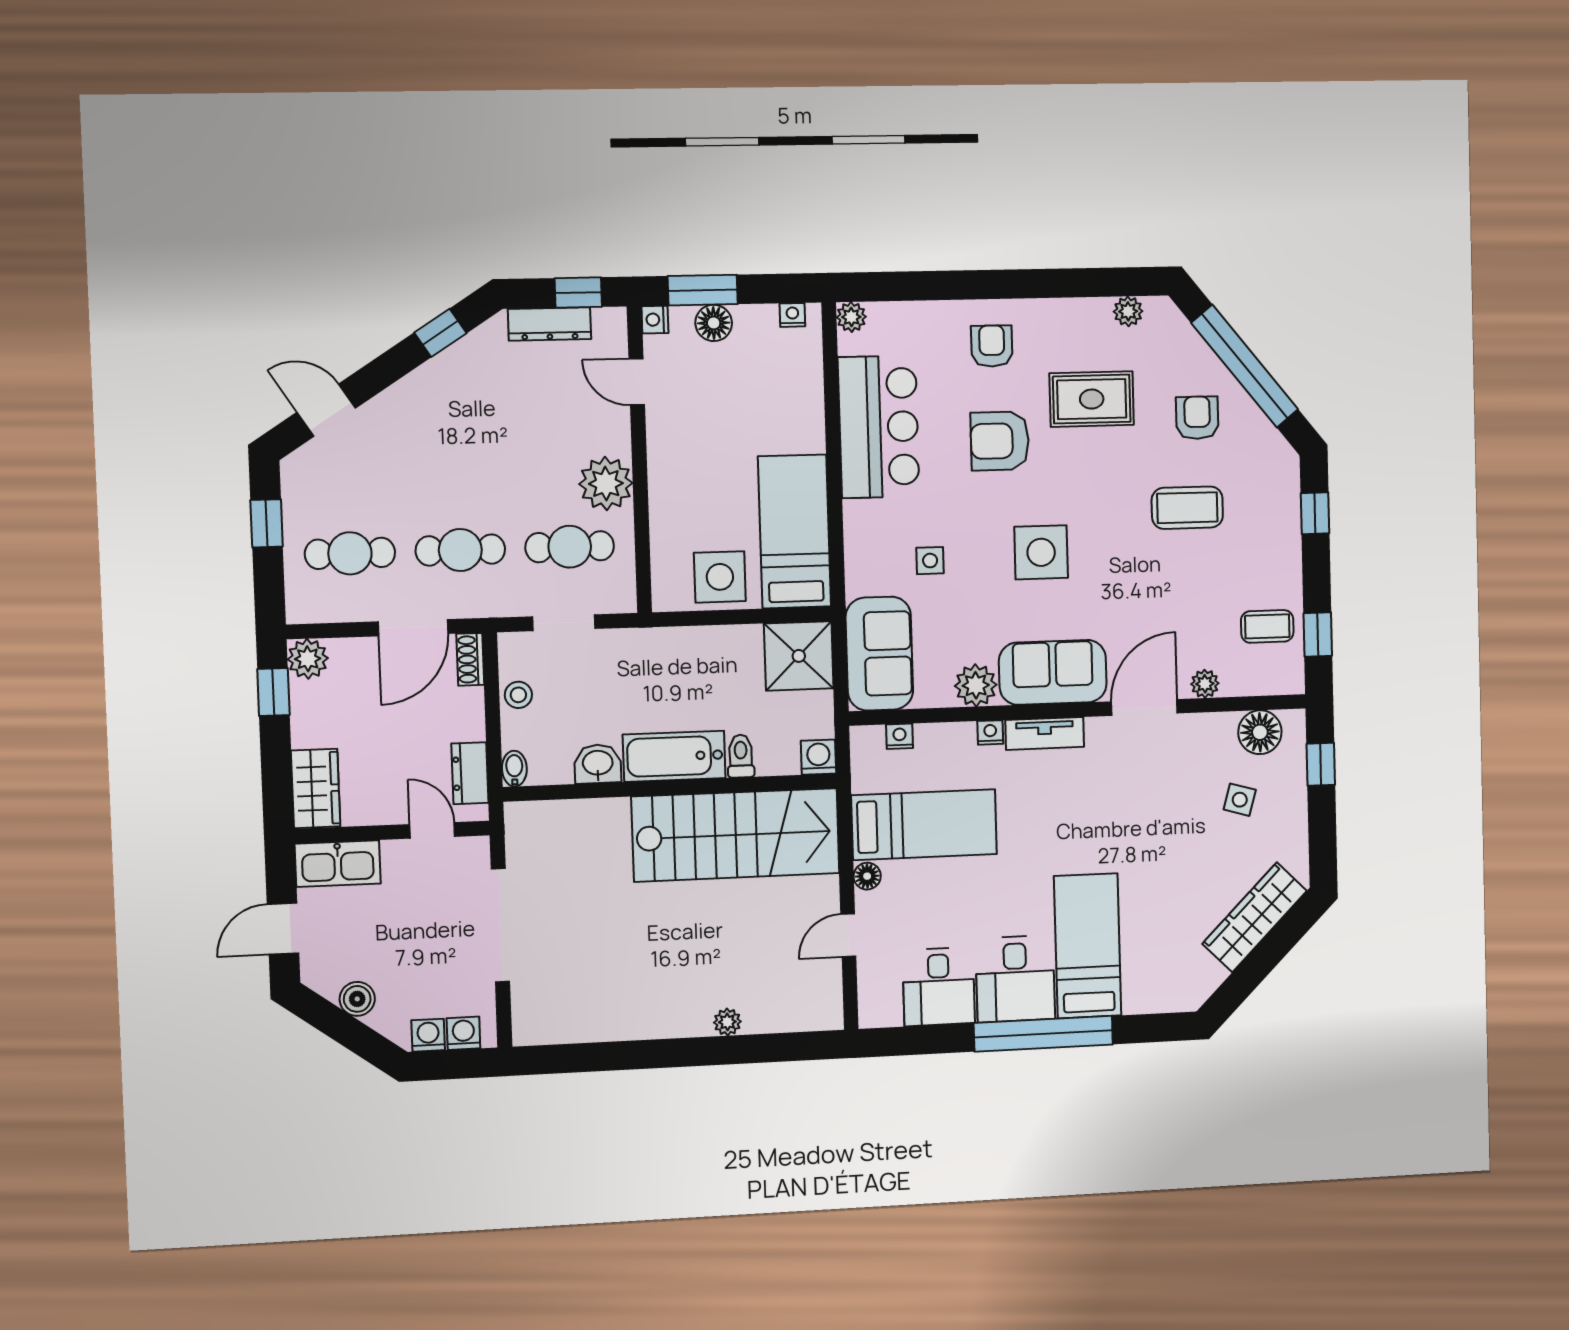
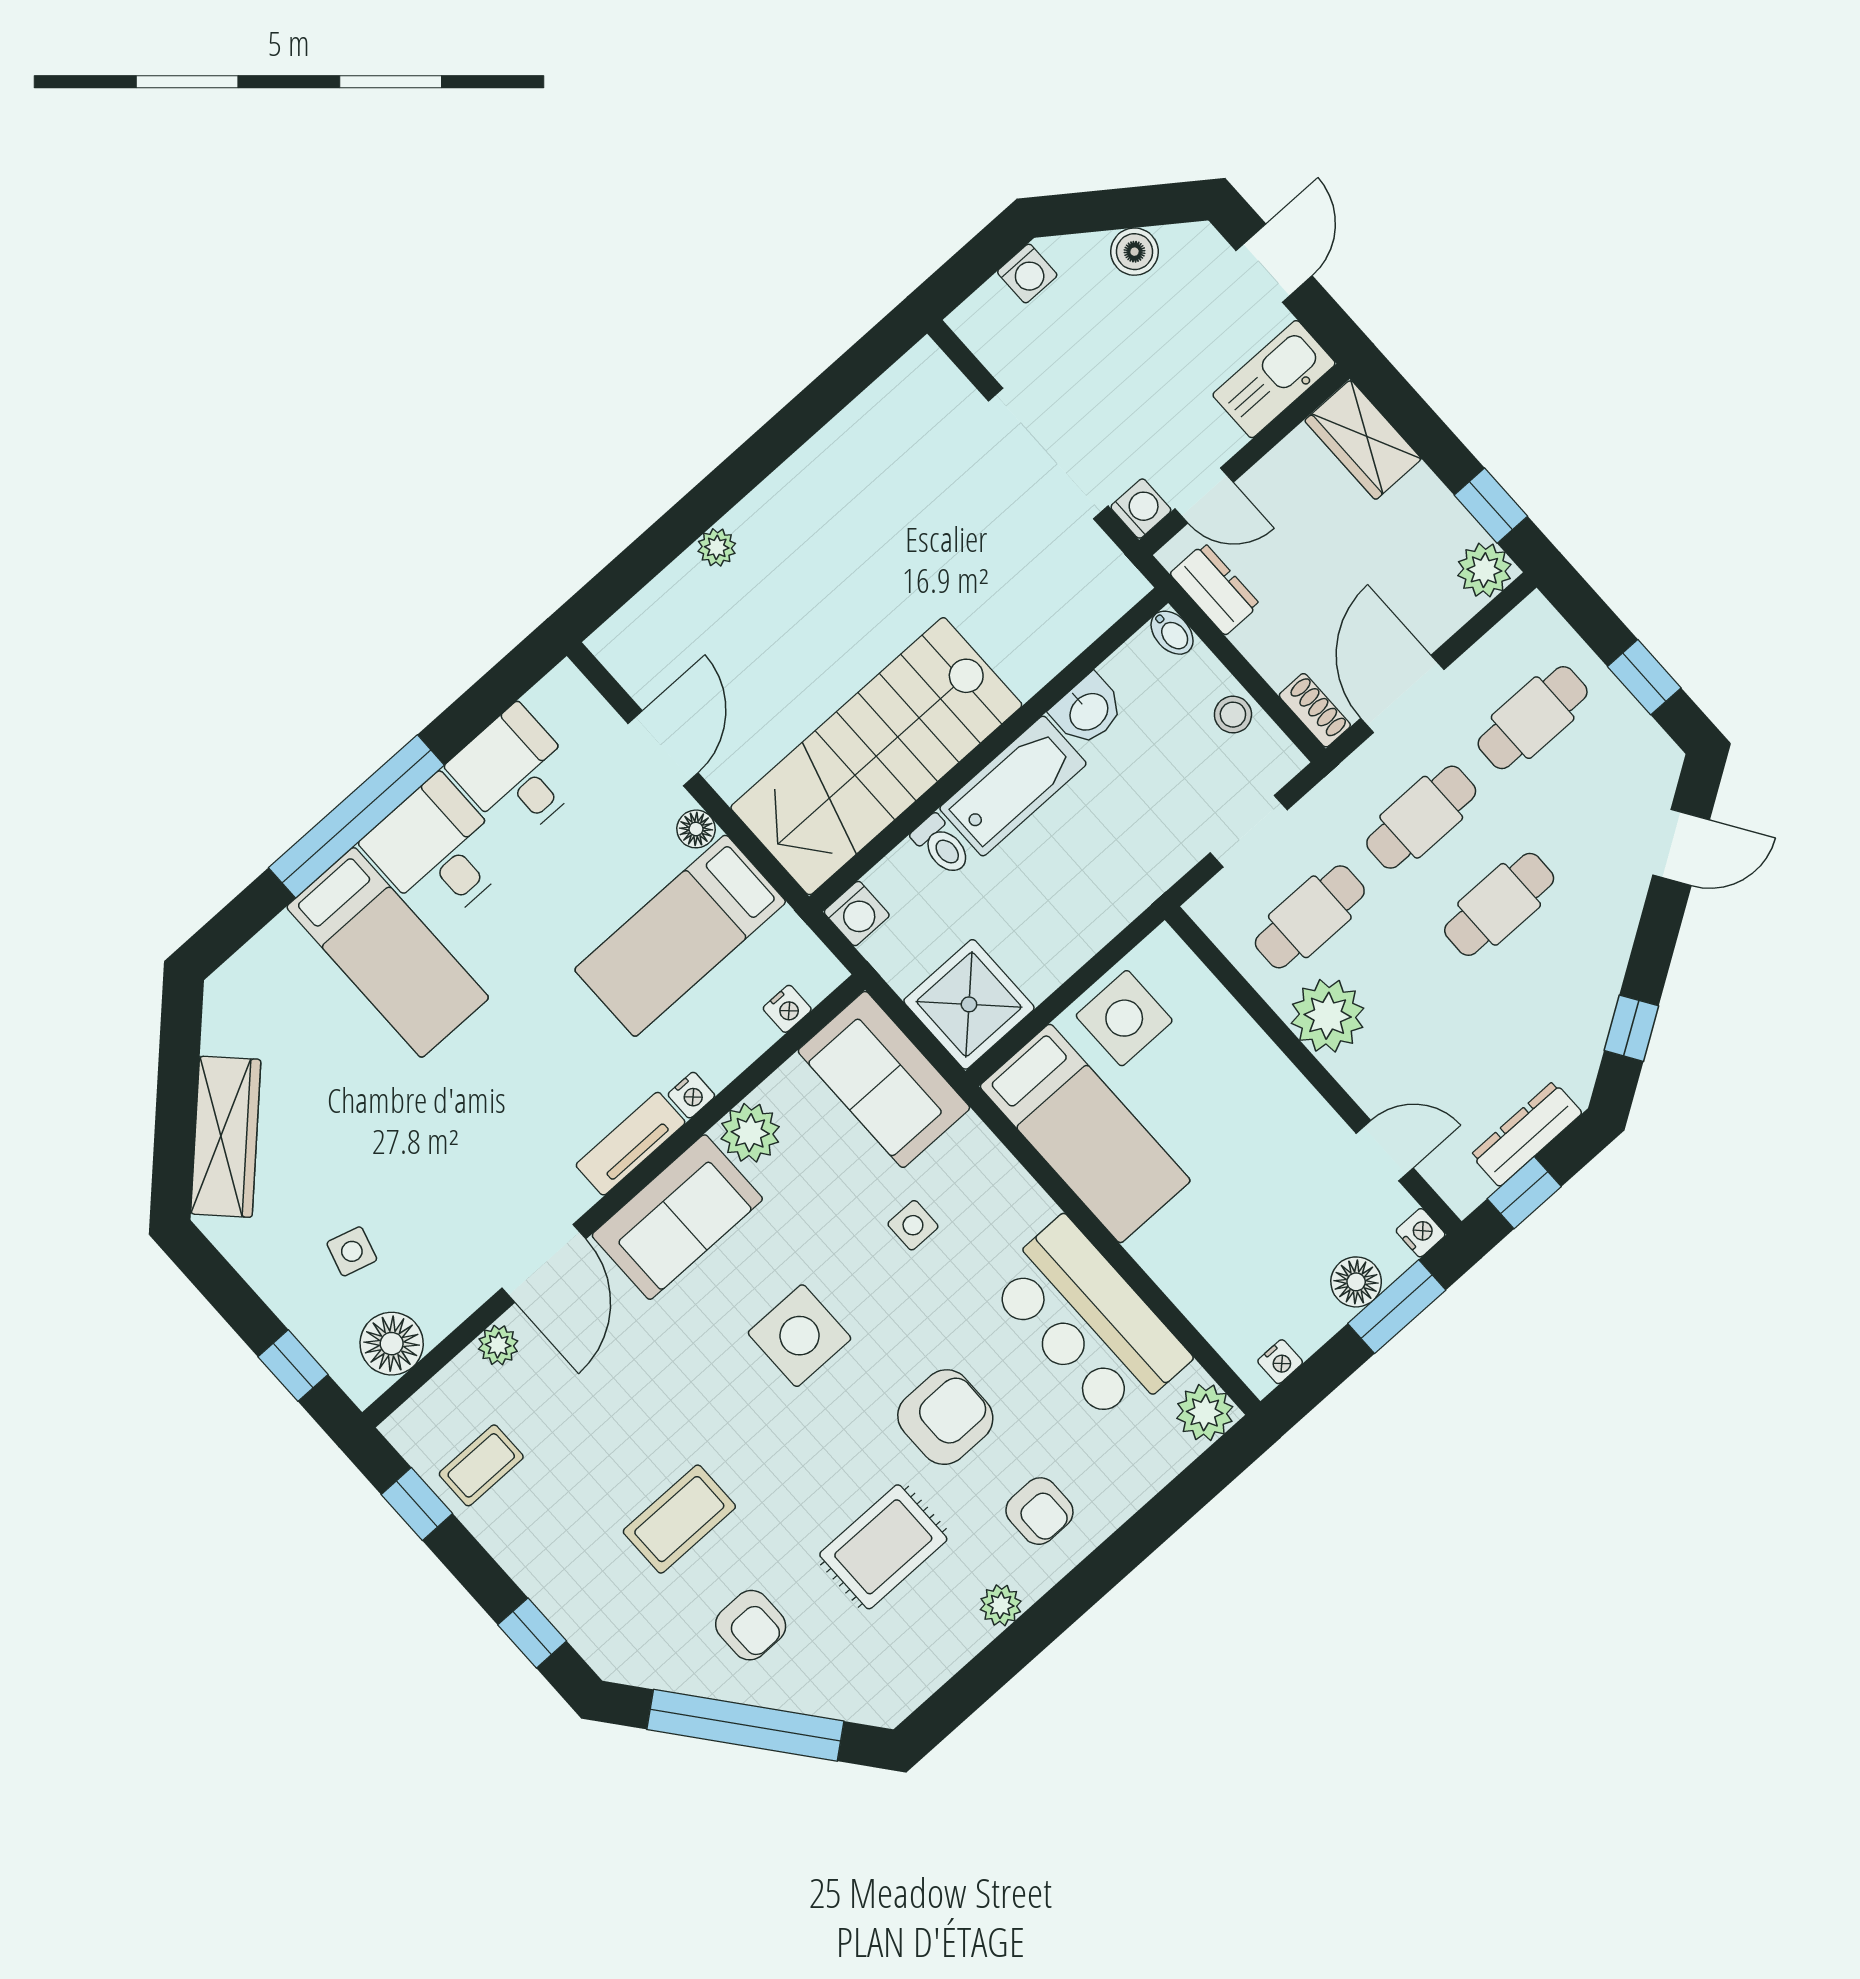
plant: (1128, 311) -> (1001, 1605), moved
plant: (851, 317) -> (1205, 1412), width x1.38, depth x1.38
cafe table: (457, 465) -> (1499, 904), added
door: (848, 935) -> (663, 748), width x1.37
washing machine: (463, 1033) -> (1141, 509), moved, turned -90

